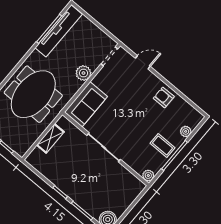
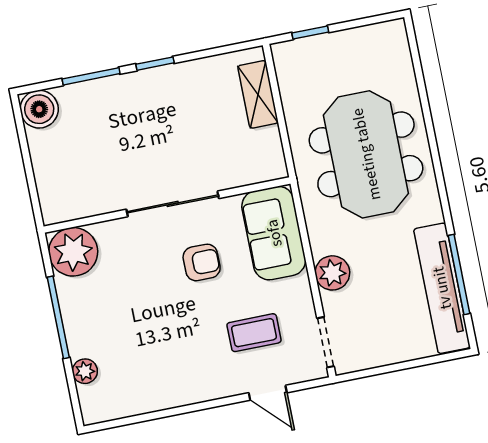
door: (143, 62) -> (268, 393), hinge flipped
armchair: (164, 97) -> (202, 262), moved
shelving: (50, 138) -> (258, 94), moved
coffee table: (163, 145) -> (254, 333), moved
plant: (148, 175) -> (73, 252), width x1.87, depth x1.87

